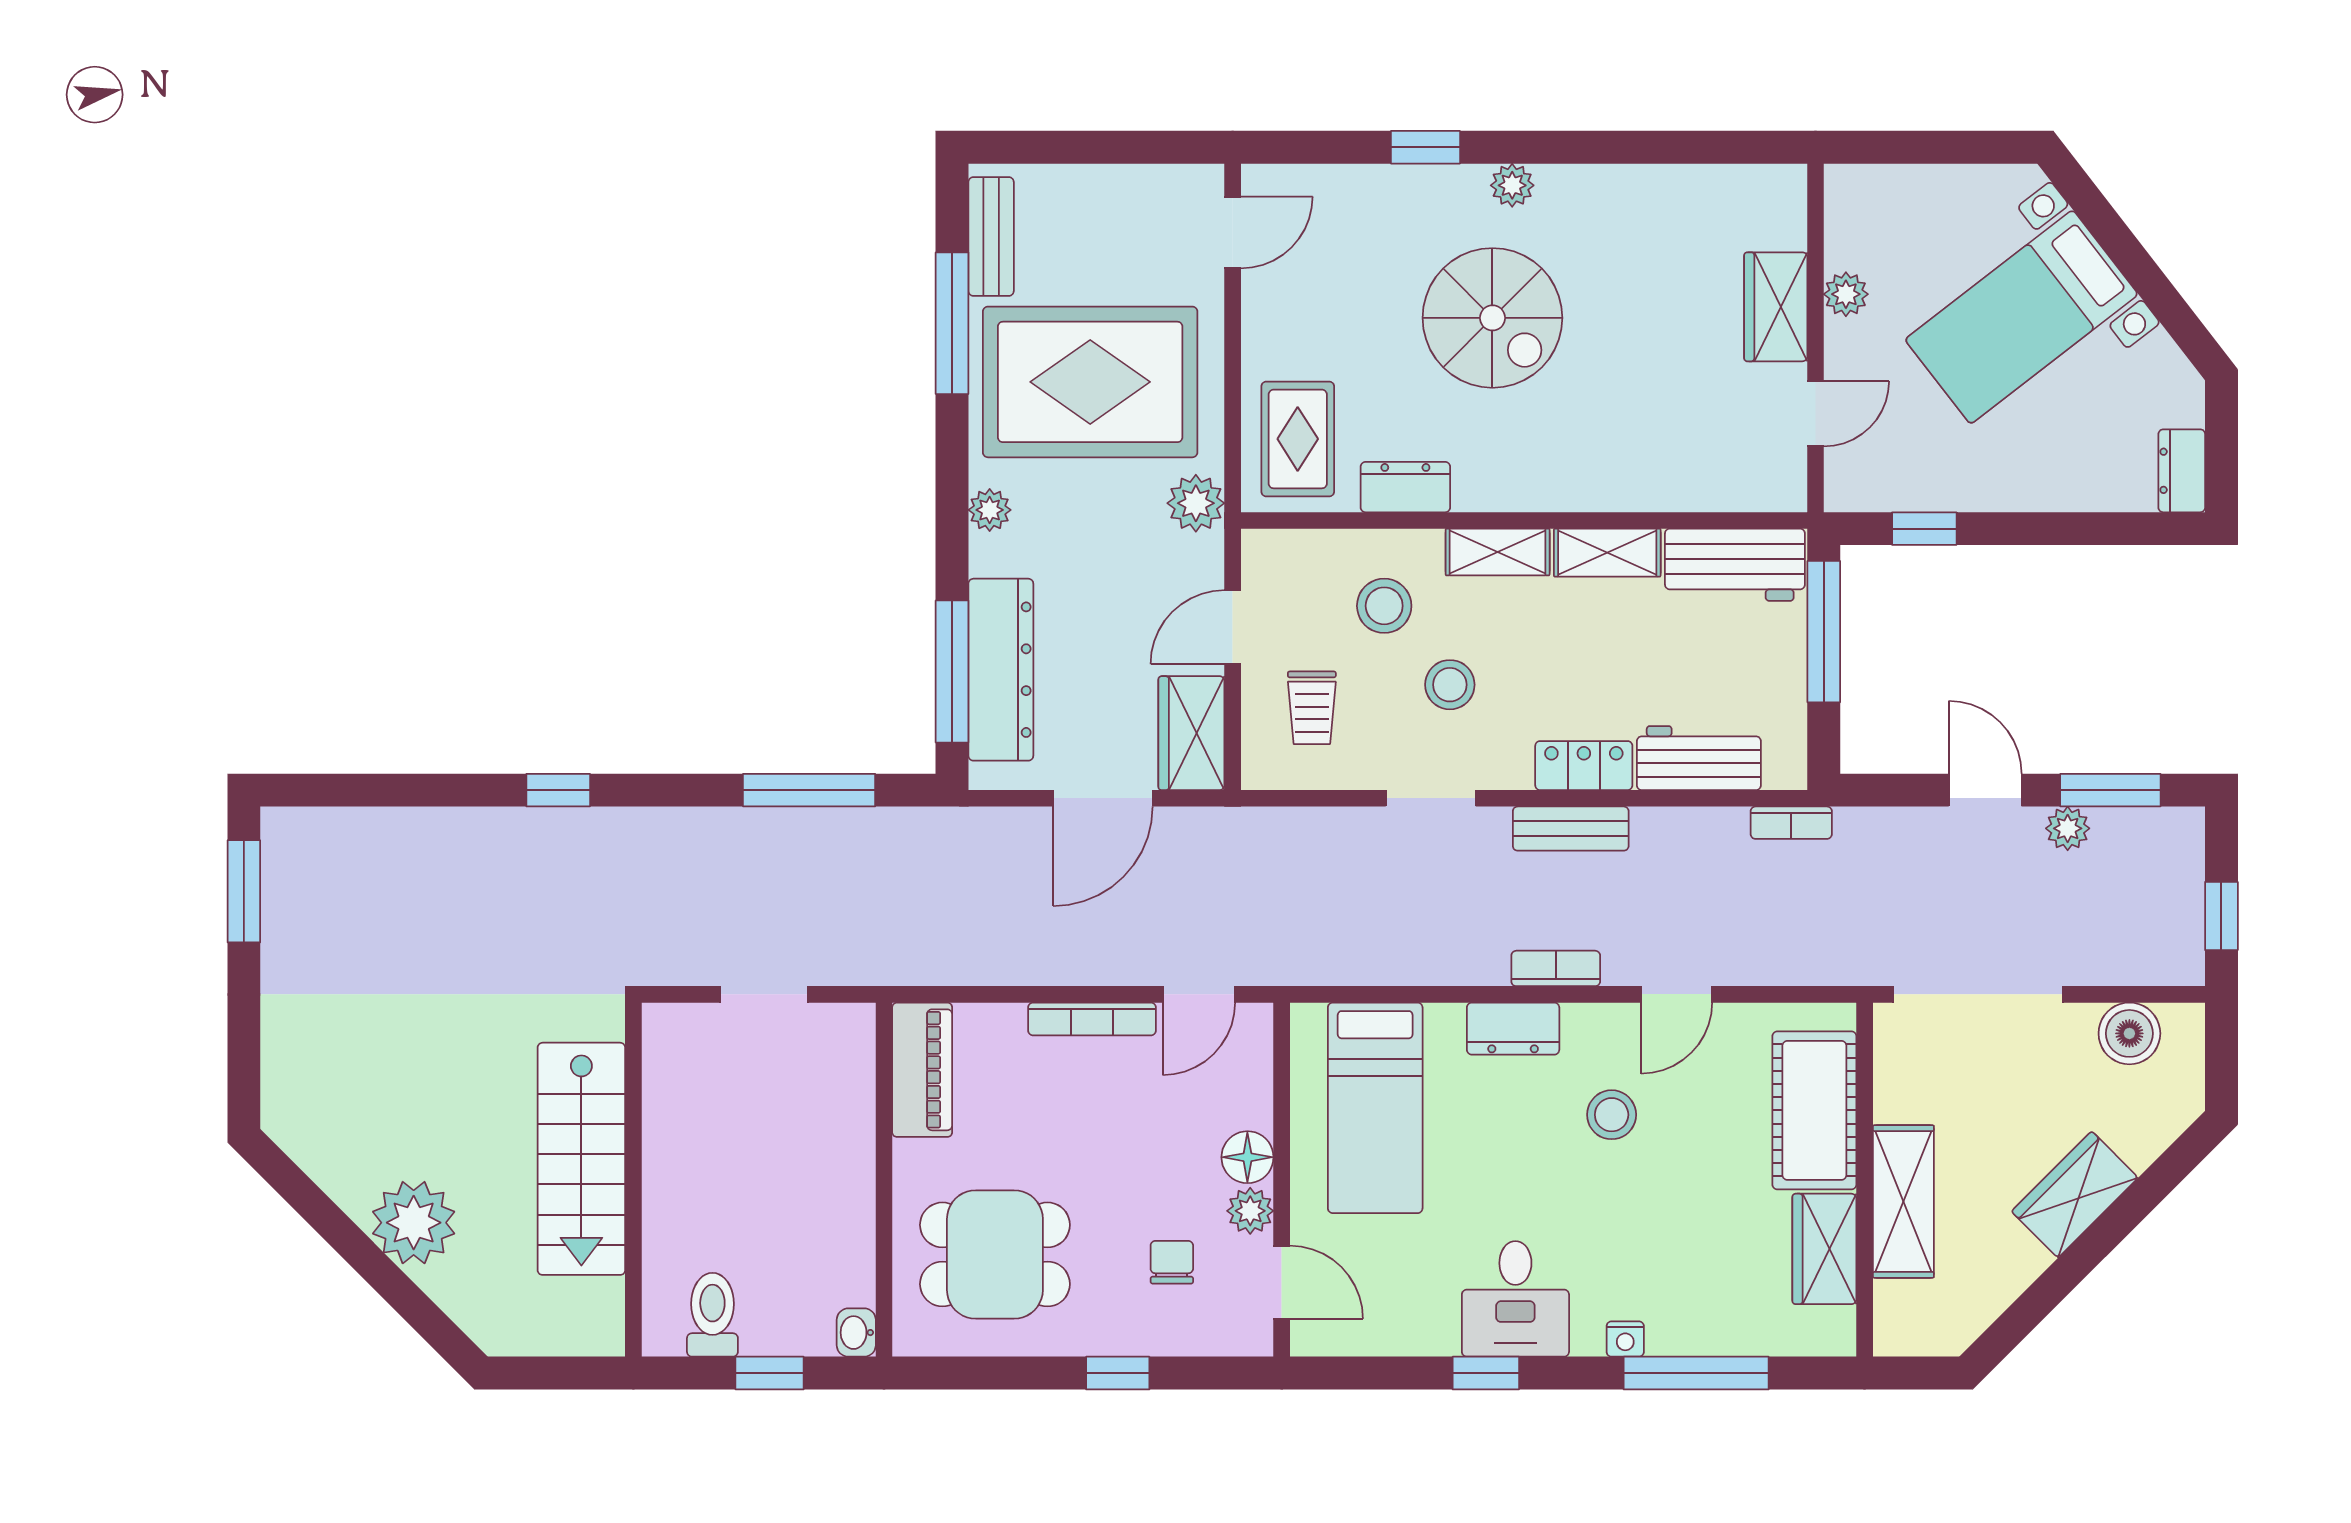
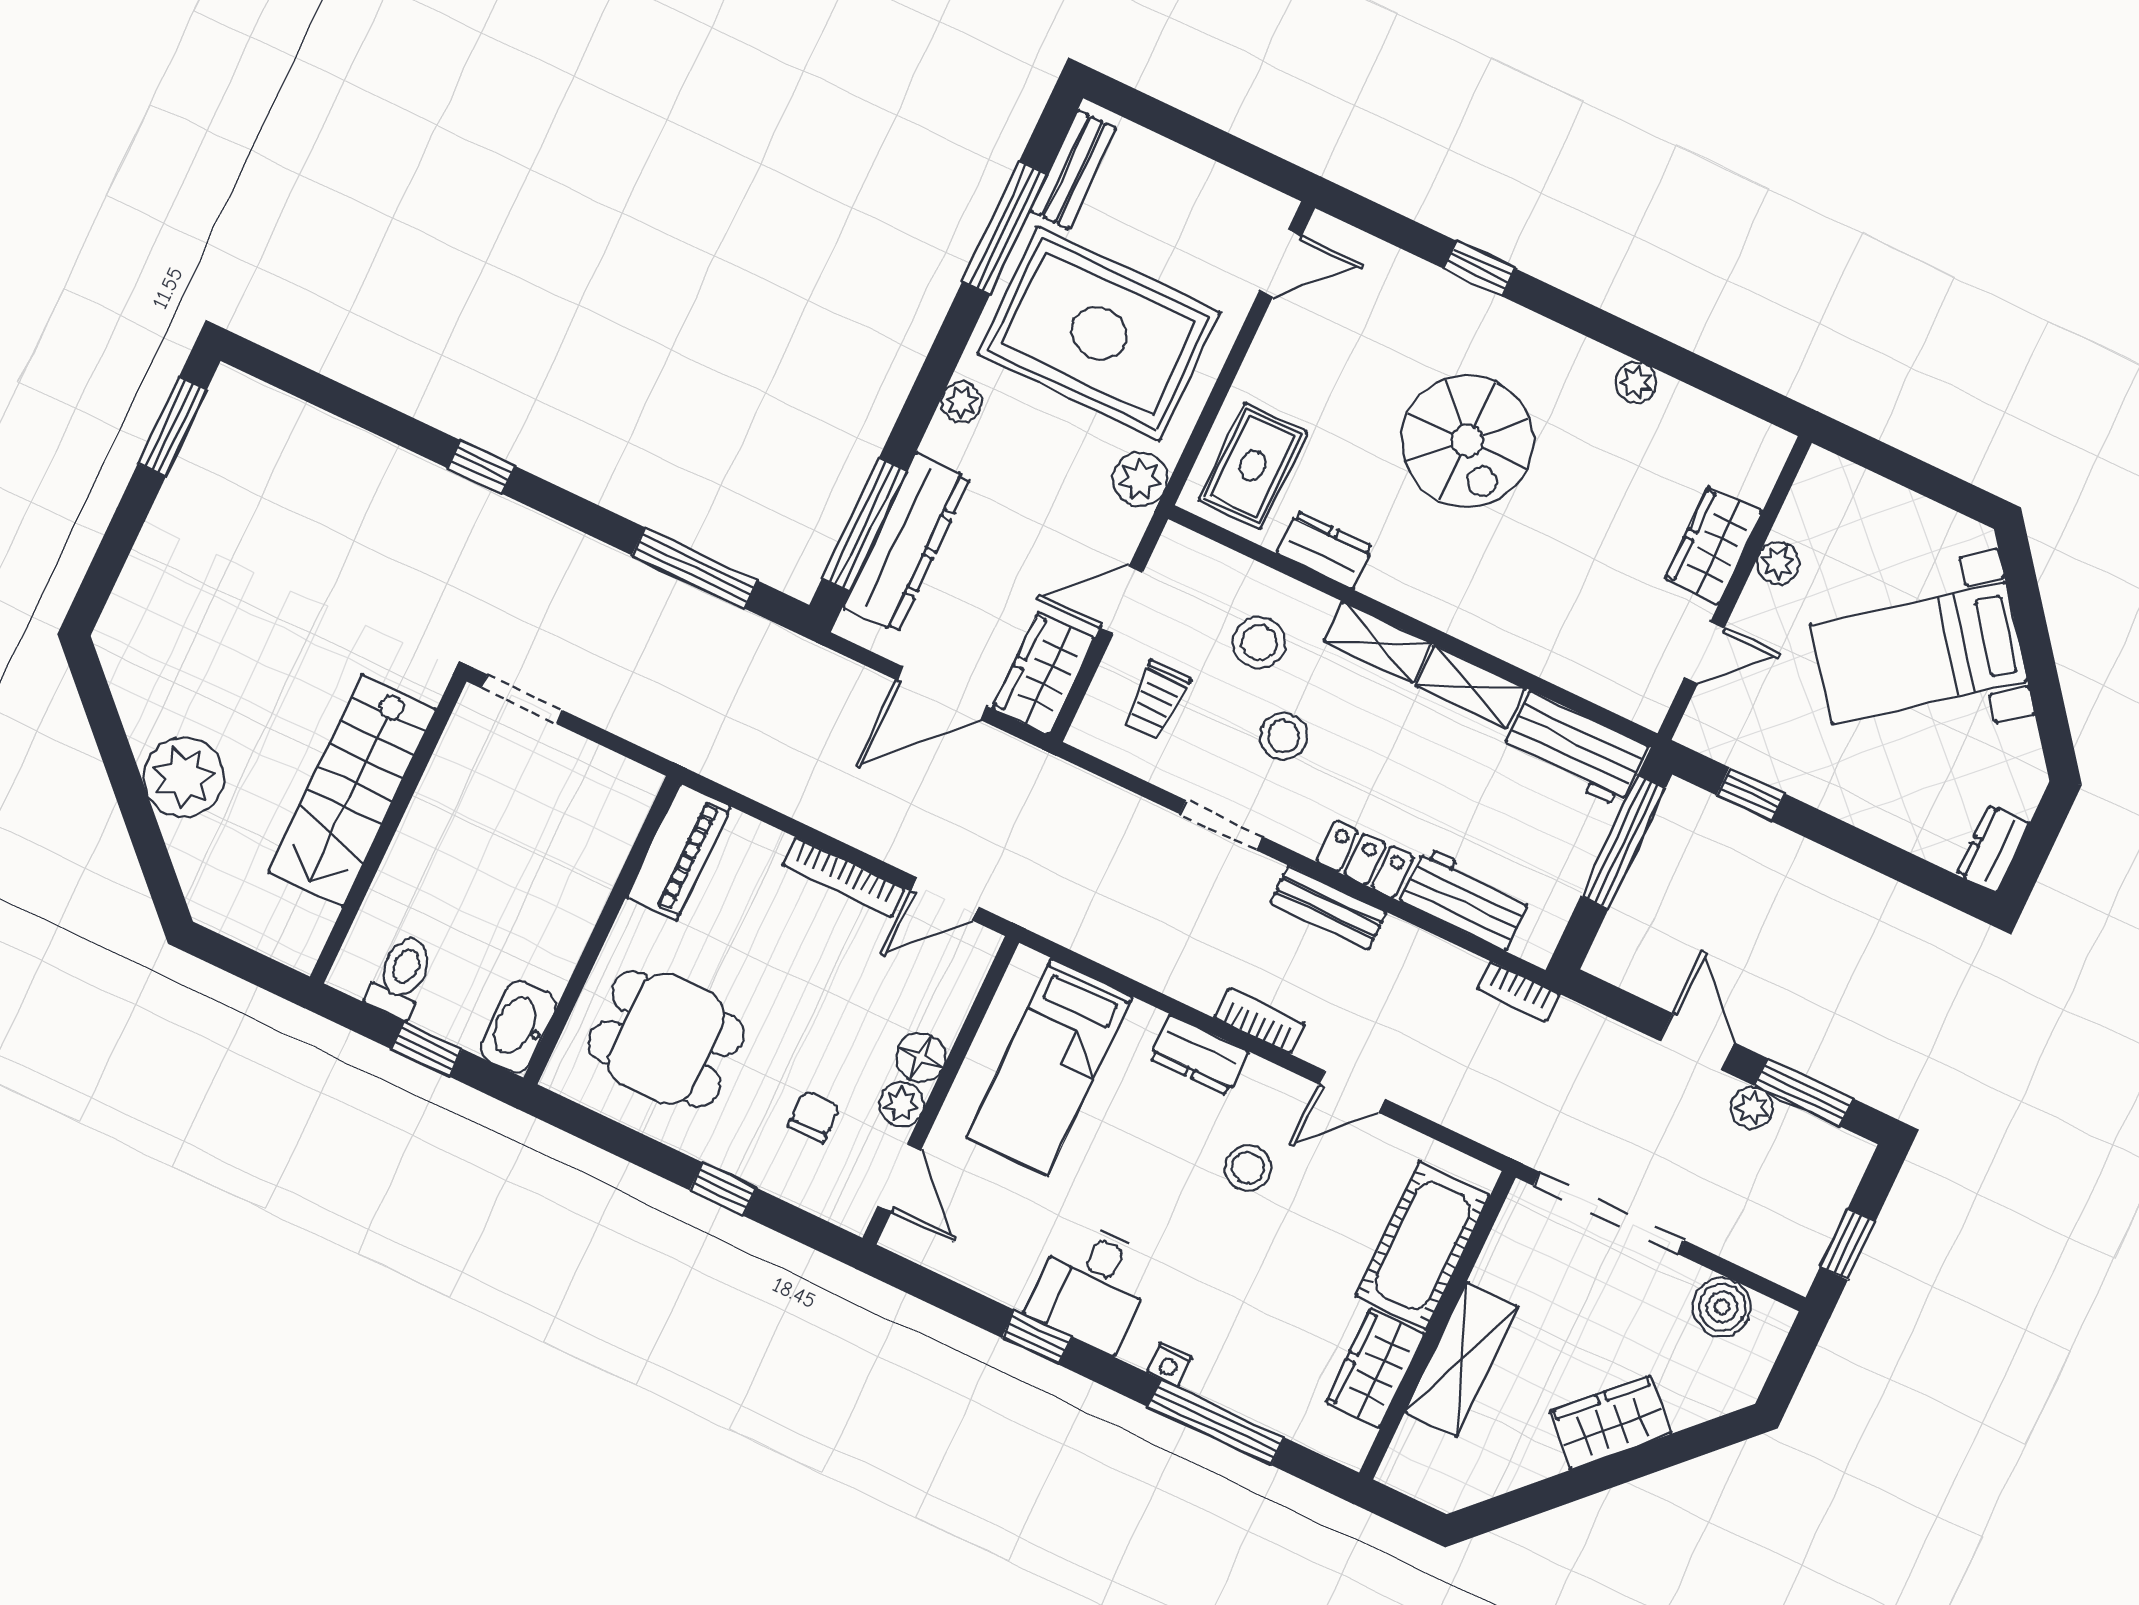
plant: (1512, 185) -> (1636, 382), moved
doorway: (764, 994) -> (522, 699), moved
washbasin: (856, 1333) -> (518, 1027), width x1.91, depth x1.45

